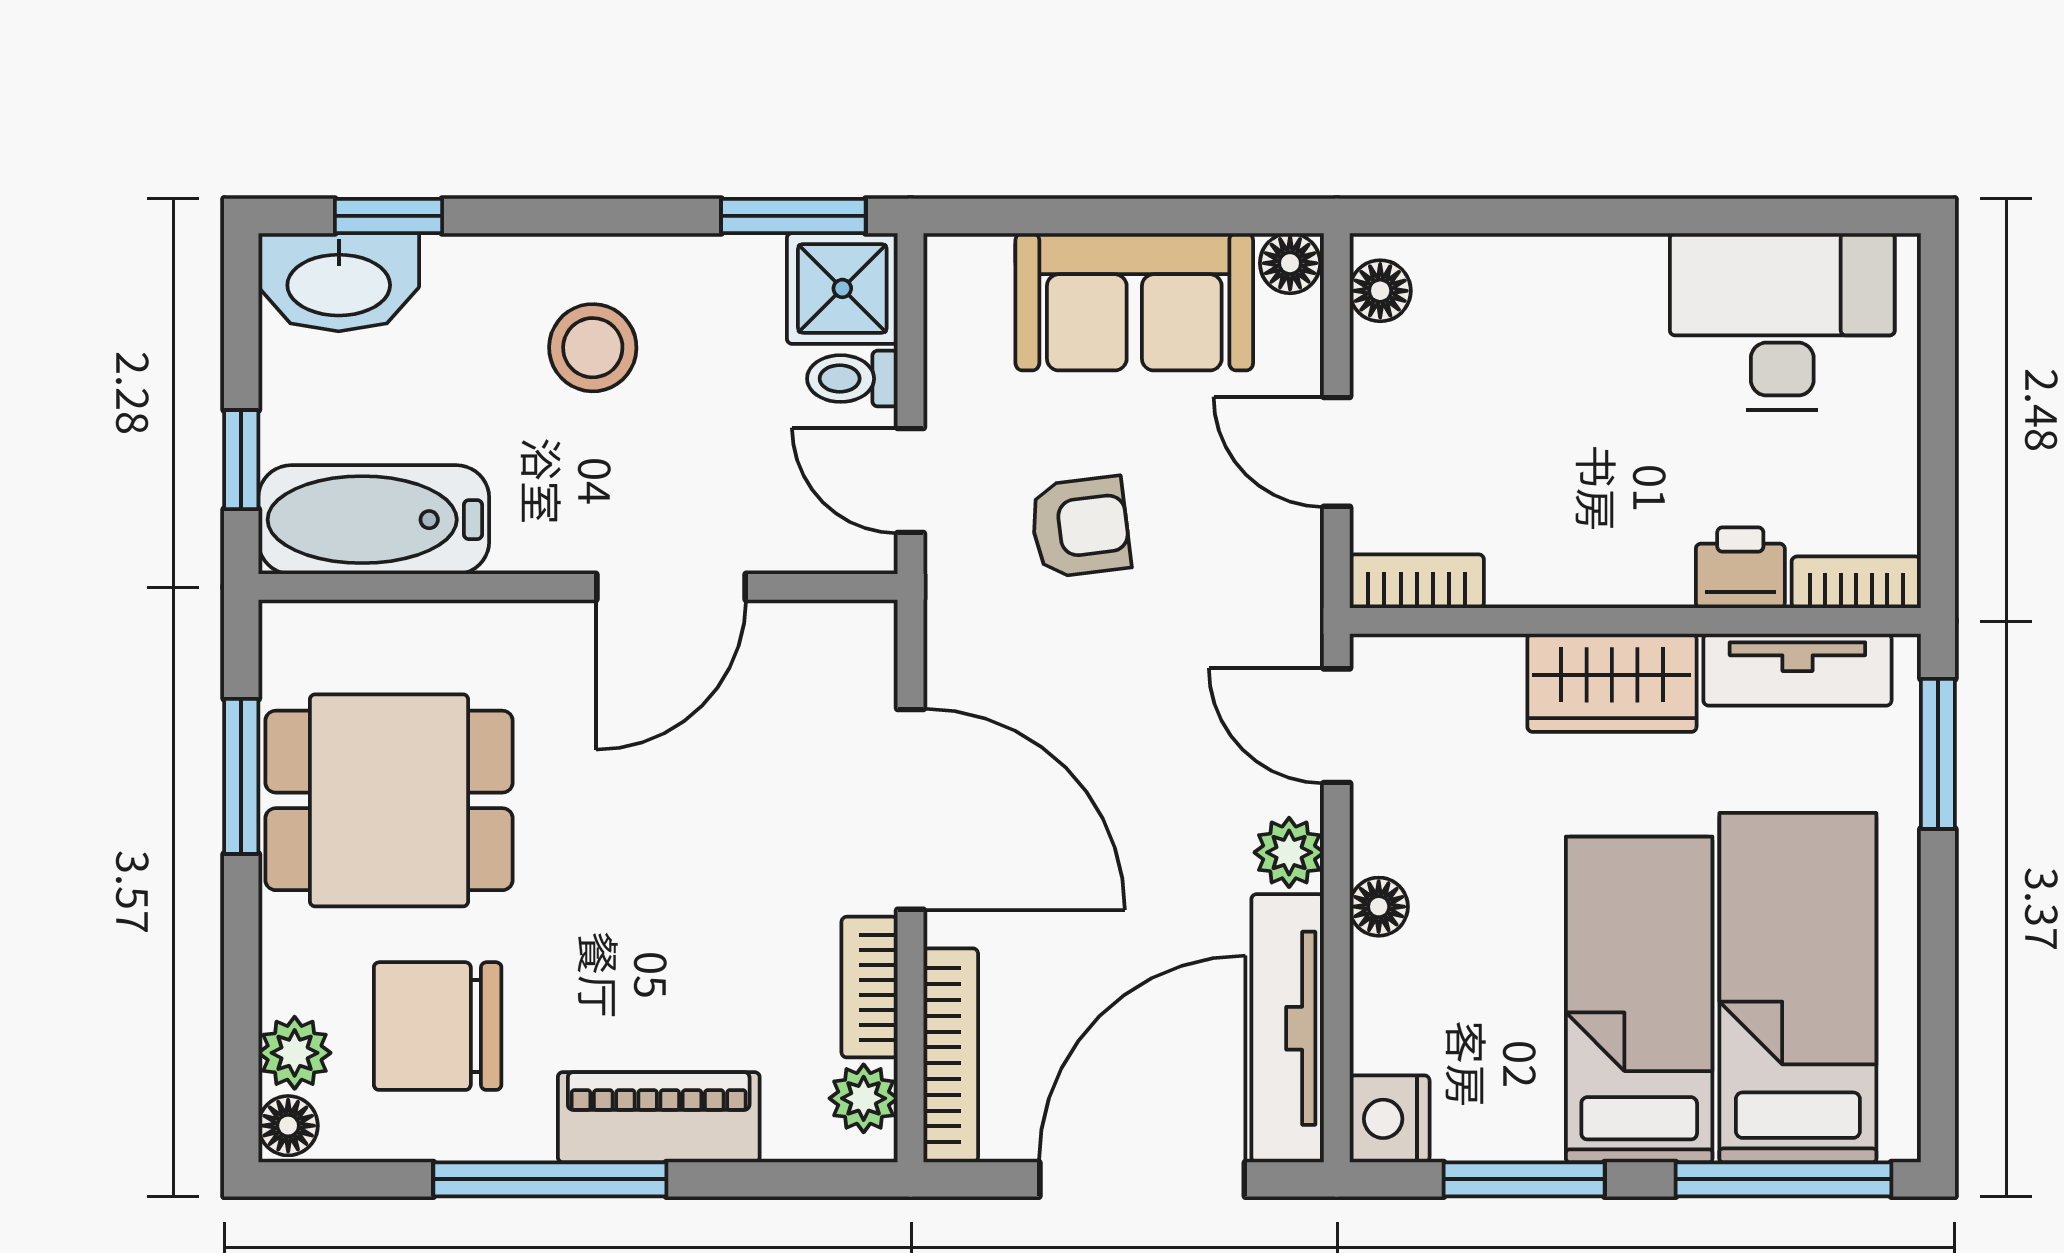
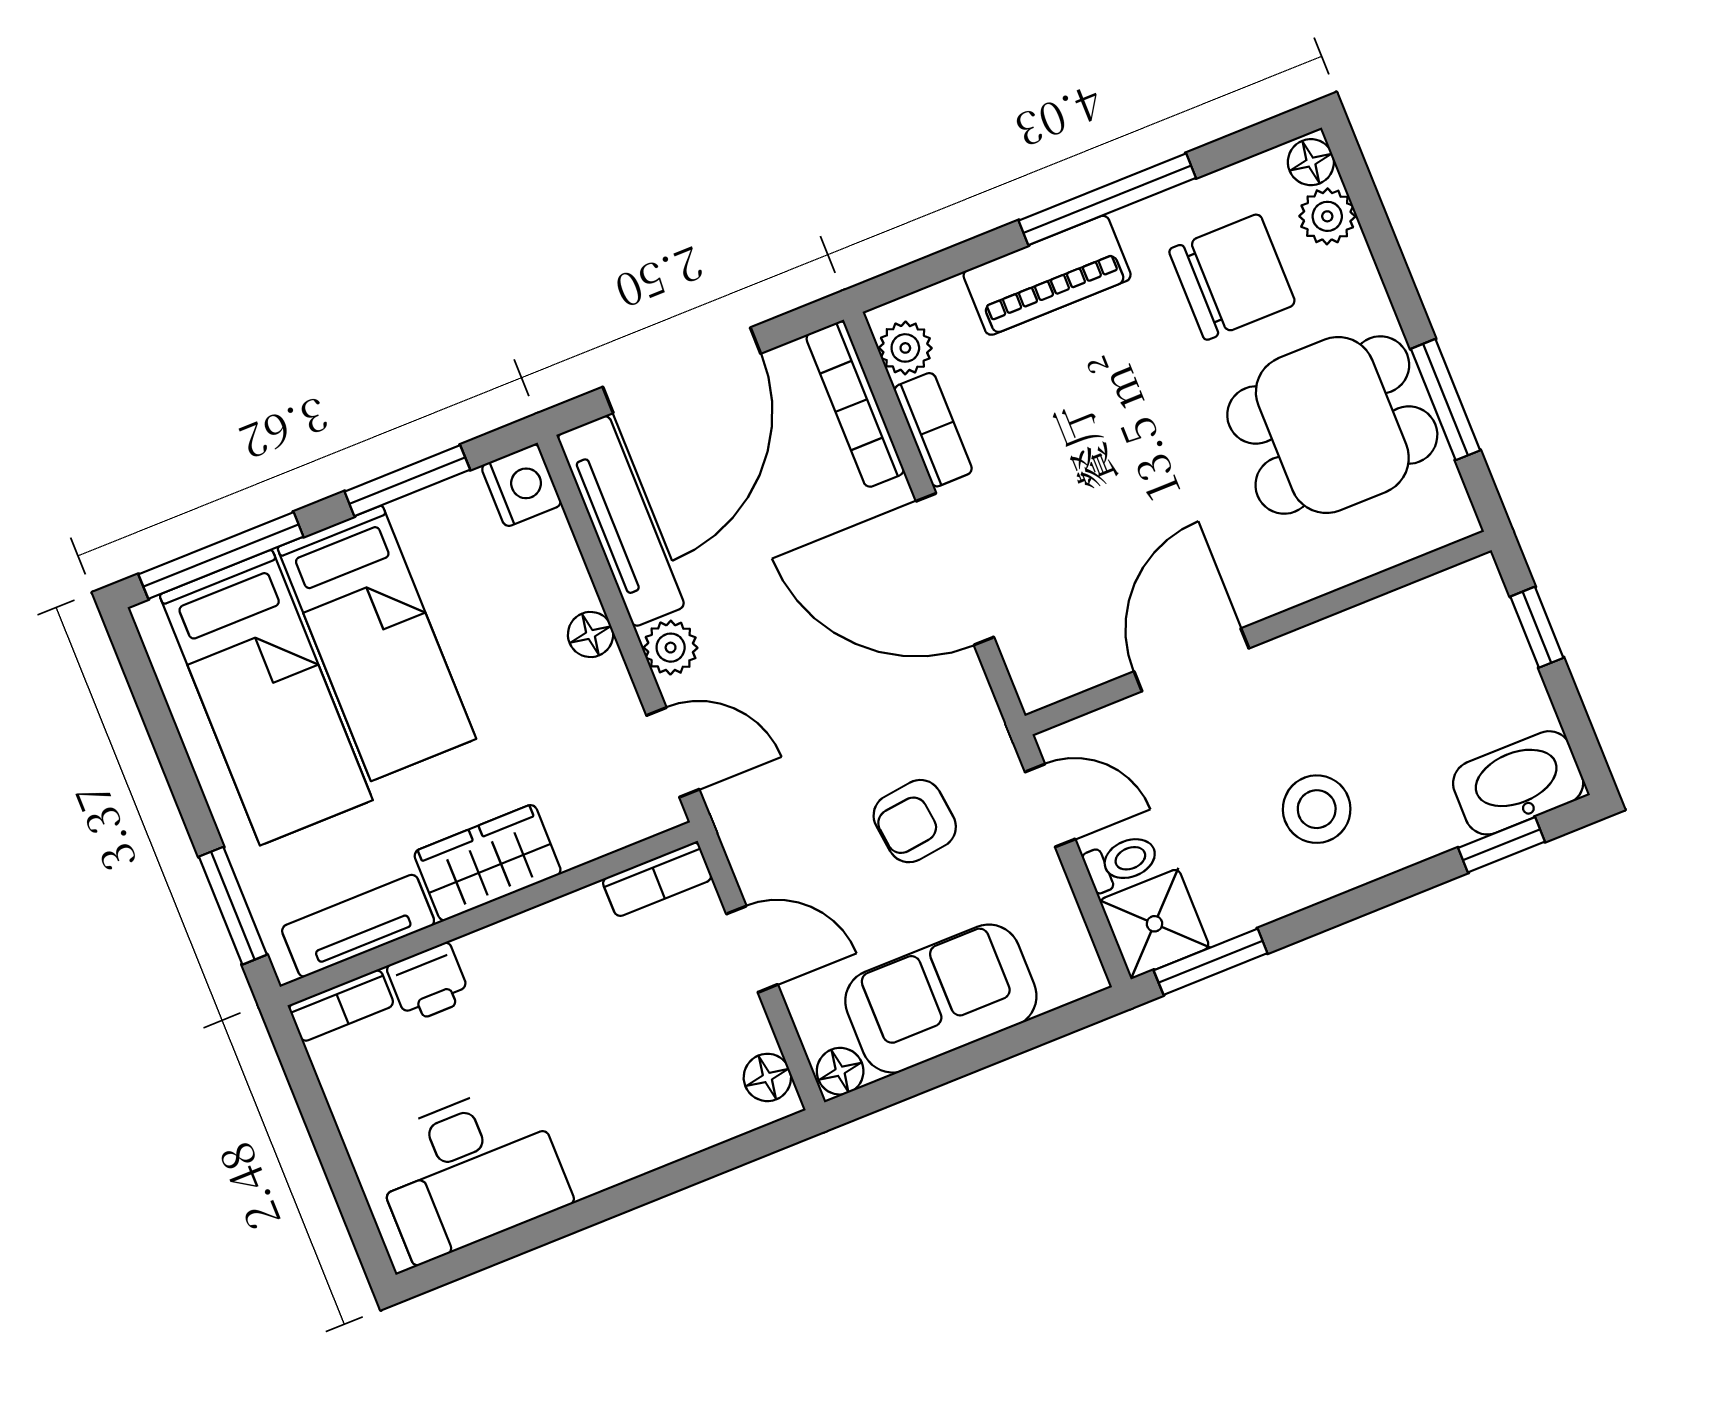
bathtub: (374, 520) -> (1424, 622), removed

